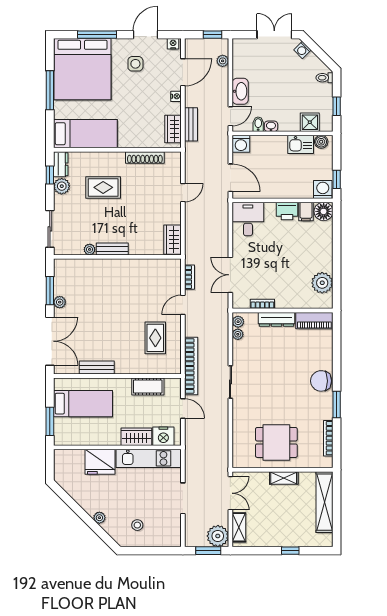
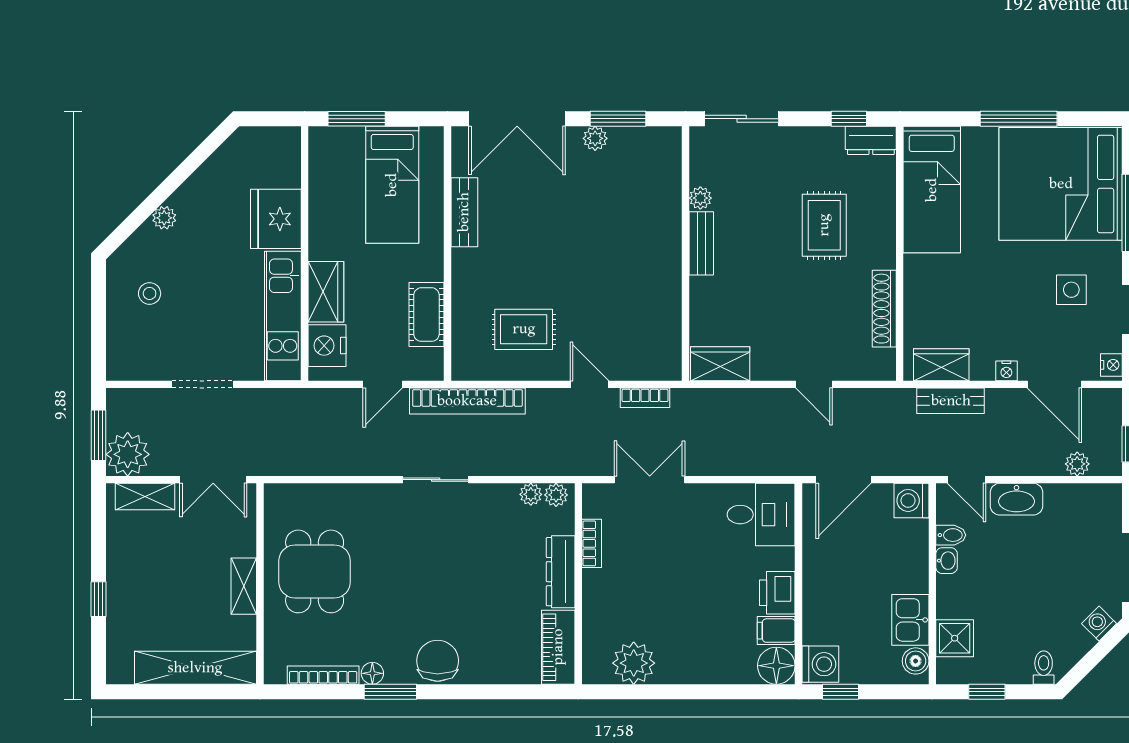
plant: (62, 186) -> (827, 142), removed
floor lamp: (327, 414) -> (372, 673), added

